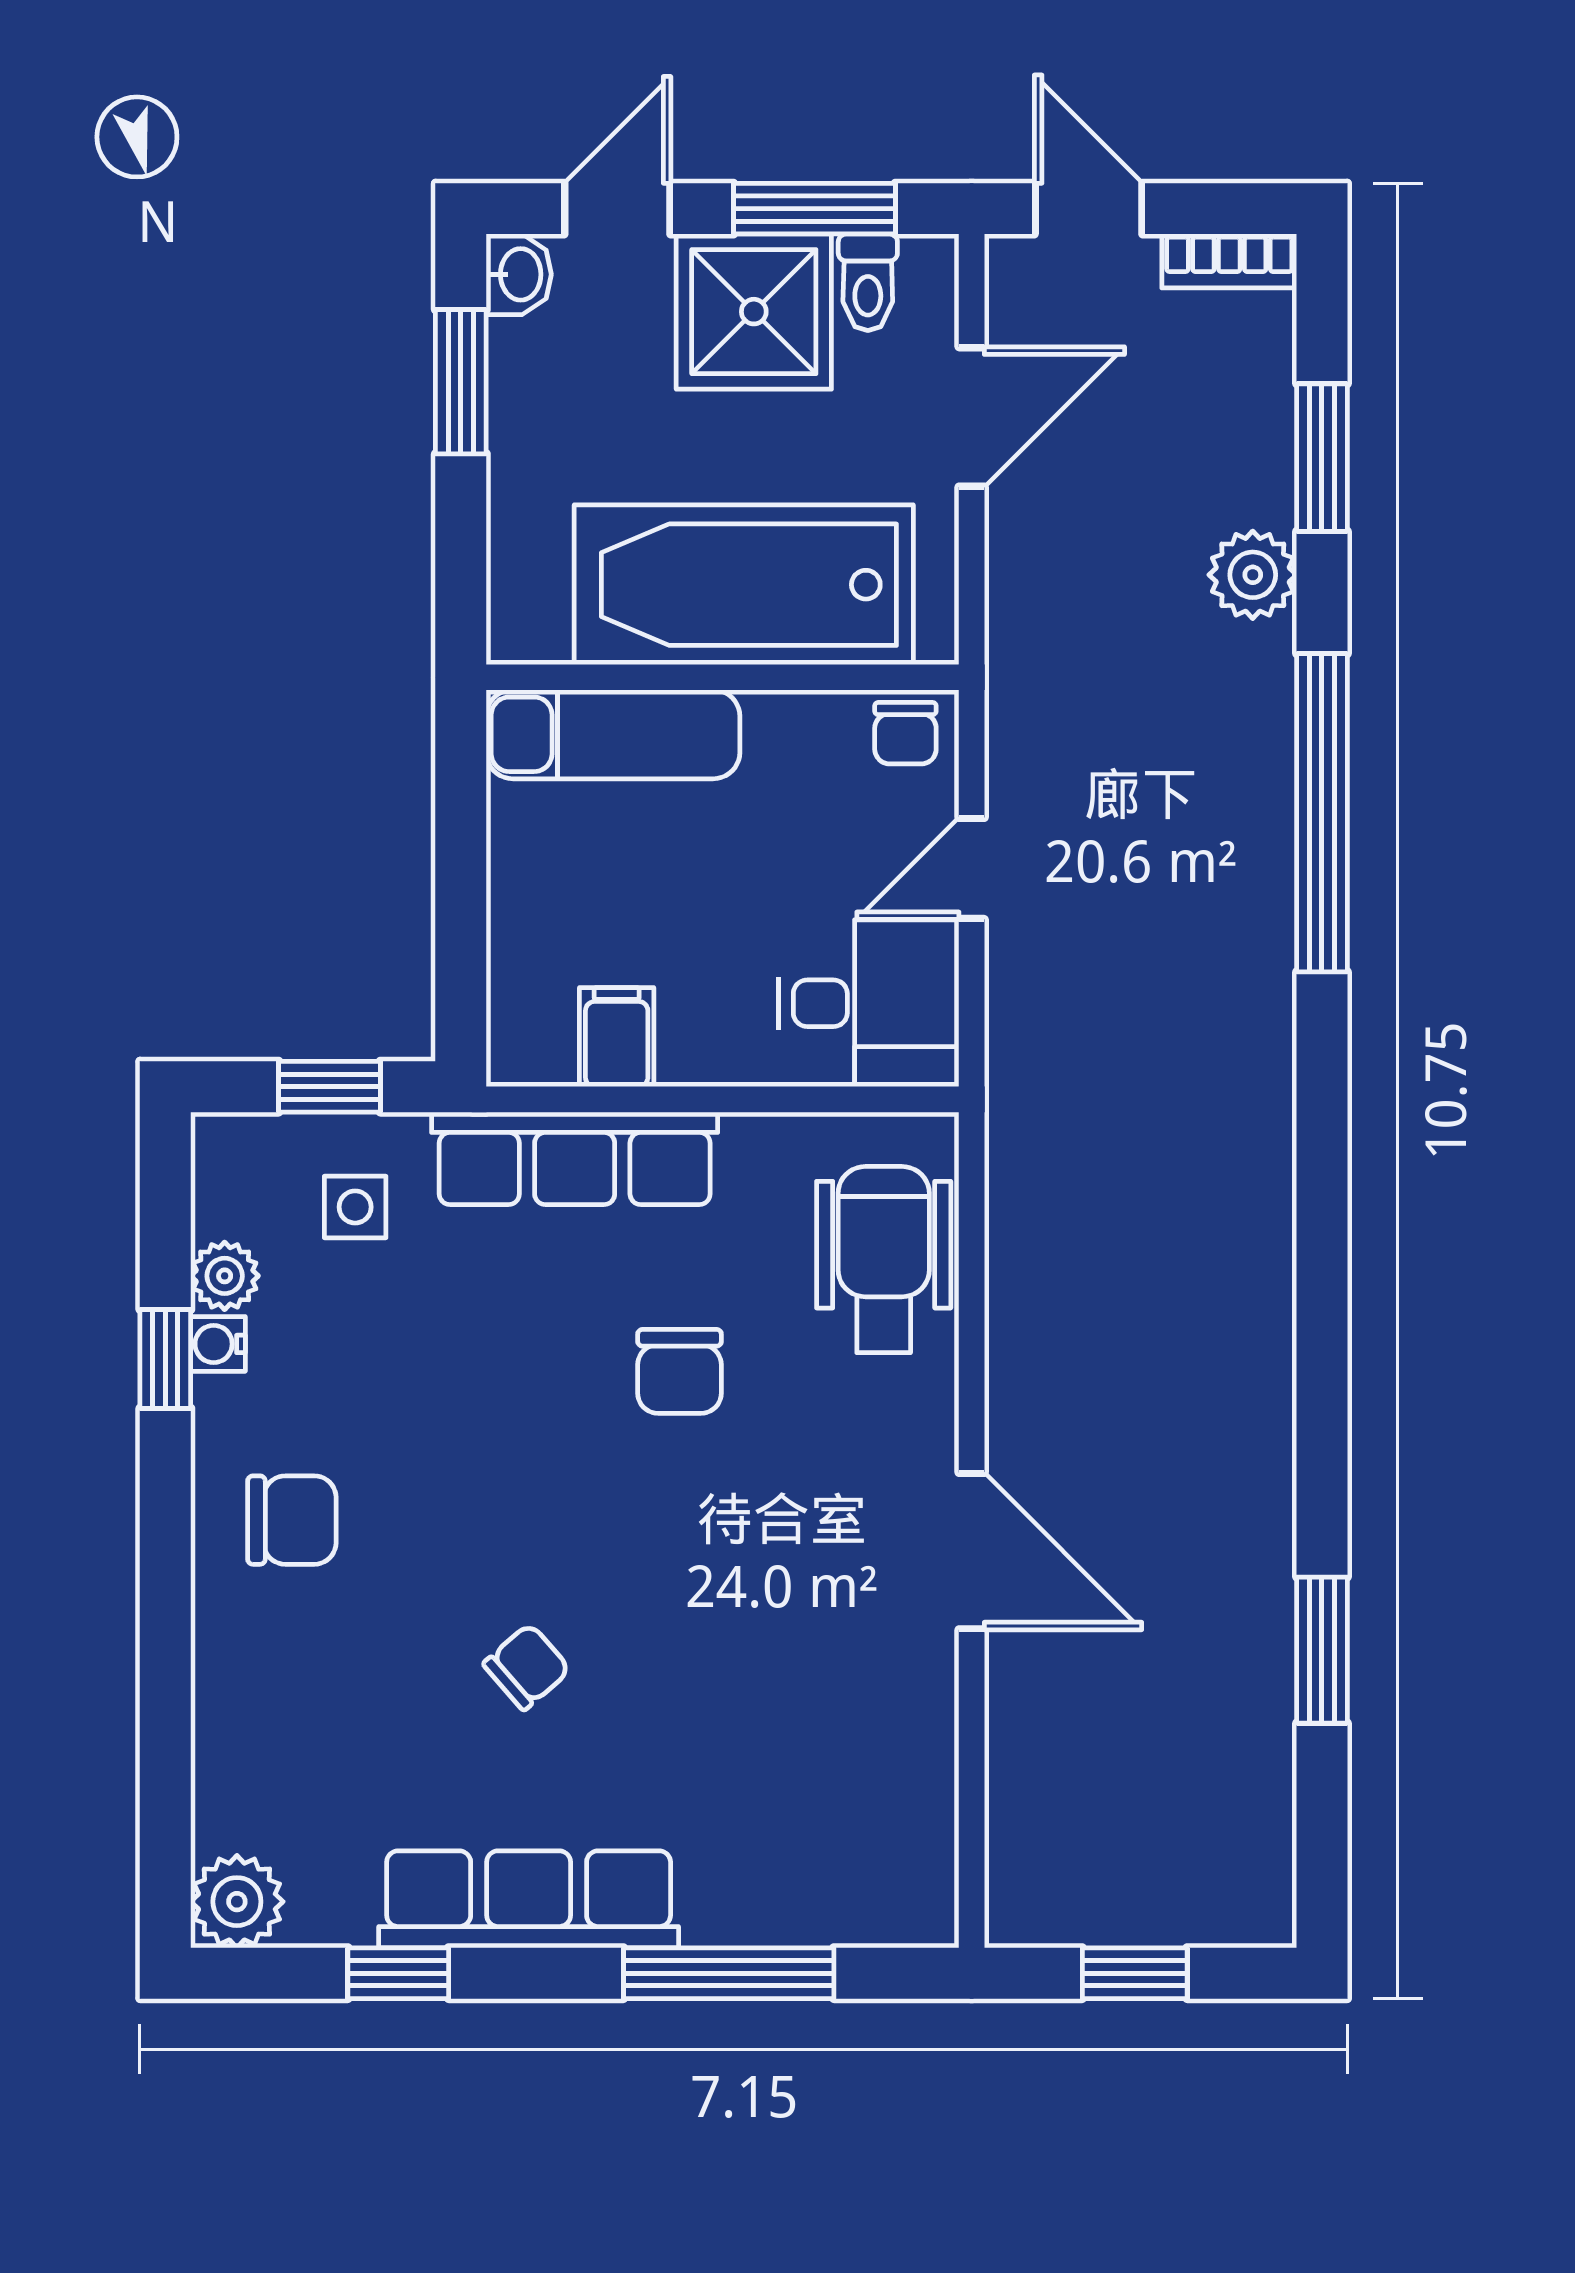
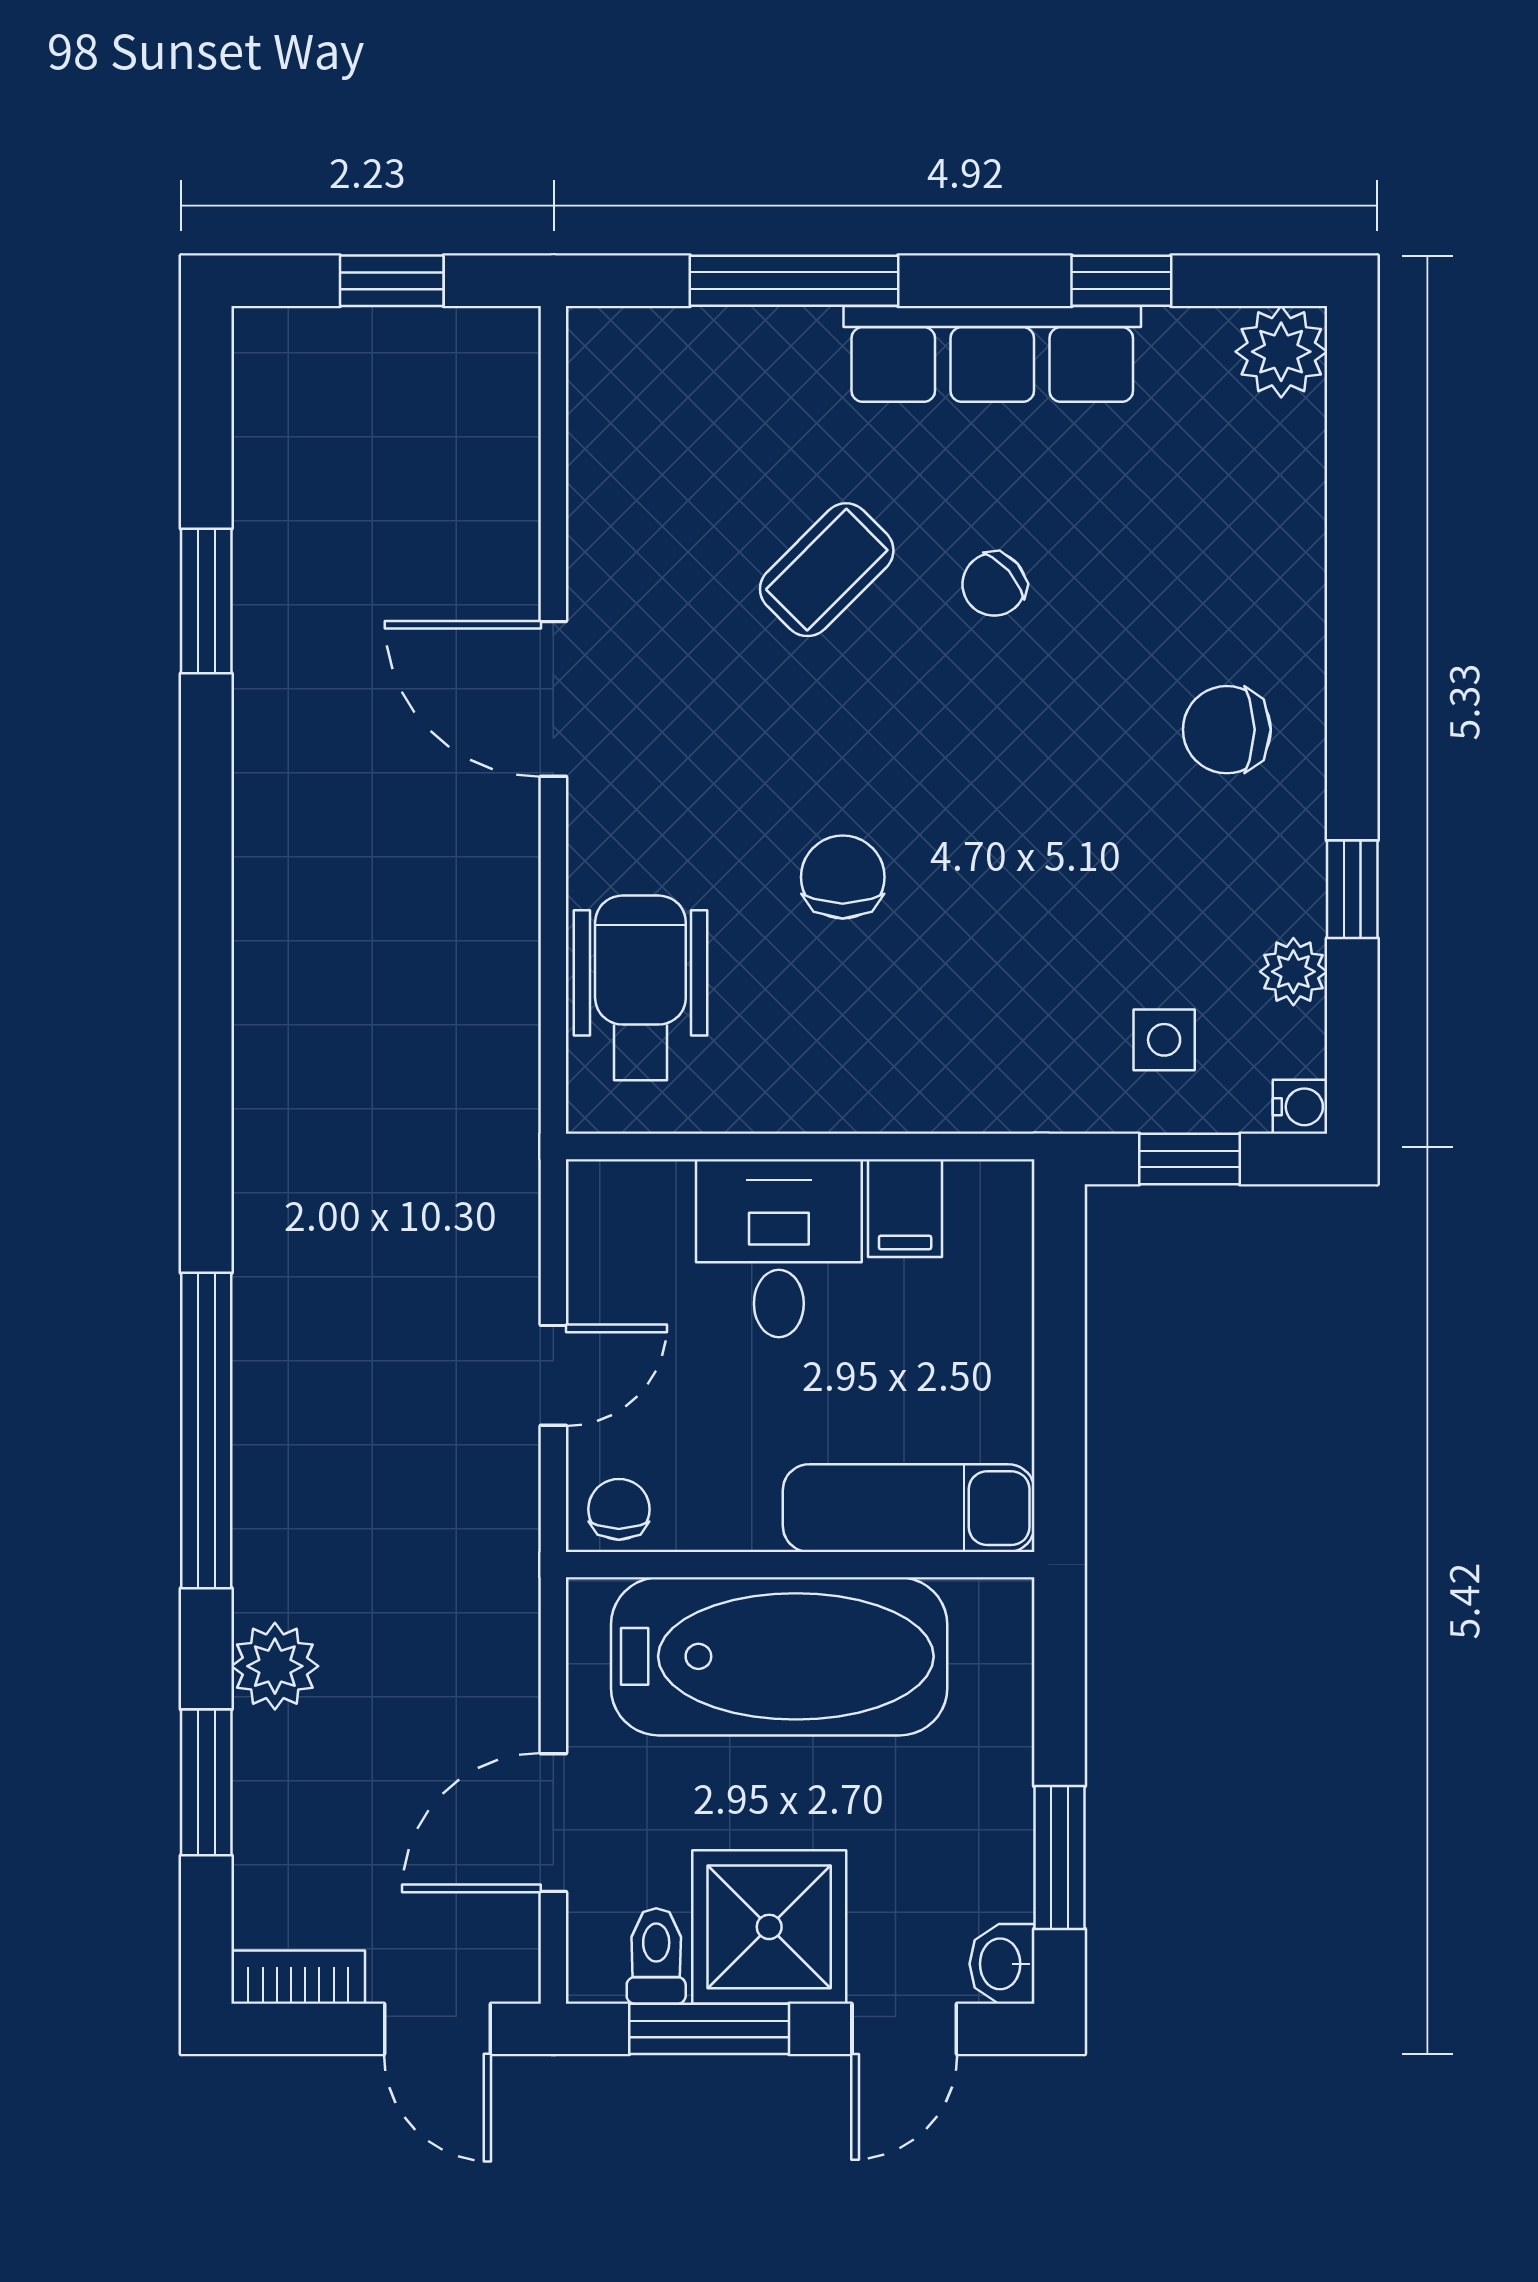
desk: (869, 1003) -> (779, 1248), moved, turned 90
row of seats: (575, 1158) -> (947, 1088), removed
wheelchair: (884, 1260) -> (640, 988), turned 180
water cooler: (218, 1344) -> (1300, 1107), moved
coffee table: (696, 1682) -> (827, 570), added

